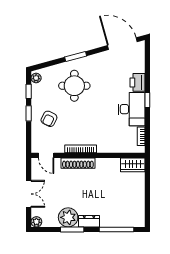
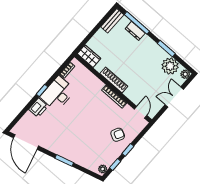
round table: (74, 86) -> (82, 142), removed
shoe rack: (78, 163) -> (114, 80), moved
bench: (139, 213) -> (112, 21), added
plant: (68, 217) -> (170, 66), moved
dresser: (89, 221) -> (135, 31), moved

